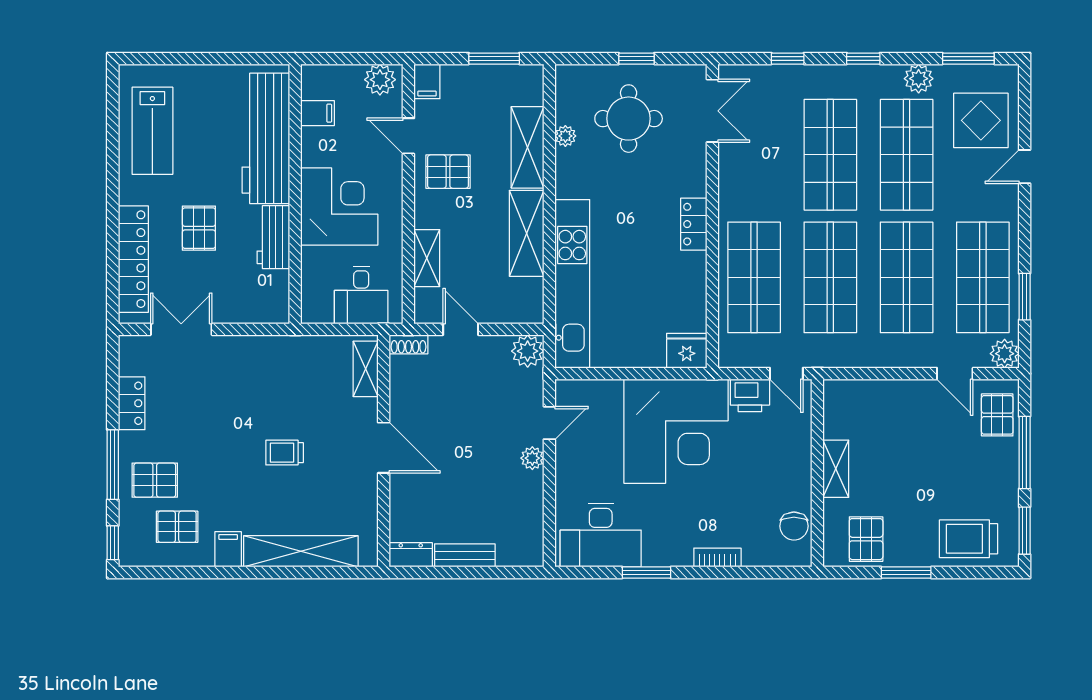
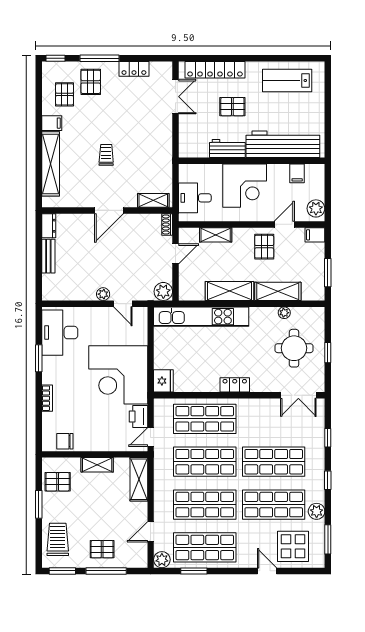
shelving: (862, 395) -> (139, 479), added
pallet: (997, 415) -> (102, 549), moved

